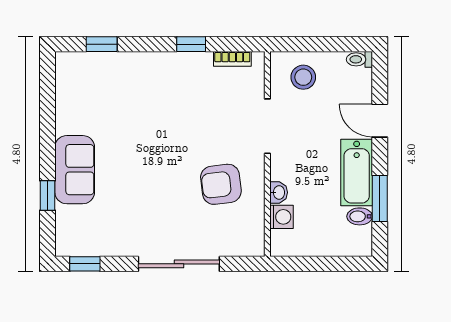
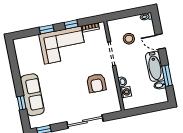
window: (102, 44) -> (47, 29), moved
stool: (303, 77) -> (129, 39), moved
corner sofa: (163, 86) -> (63, 45), added
sofa: (75, 170) -> (32, 95), width x1.36
armchair: (221, 184) -> (96, 83), turned -83

